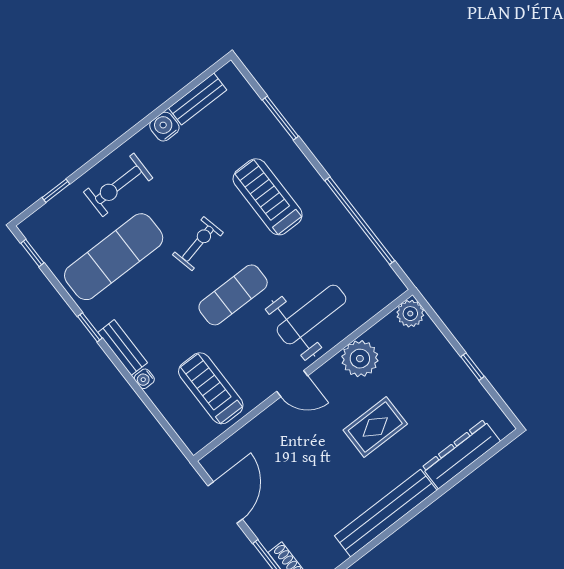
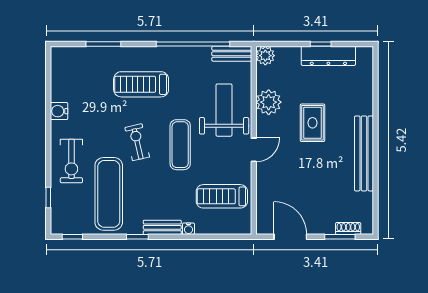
bench: (198, 99) -> (232, 54), moved, turned 90
dresser: (461, 454) -> (328, 56), moved, turned -90

